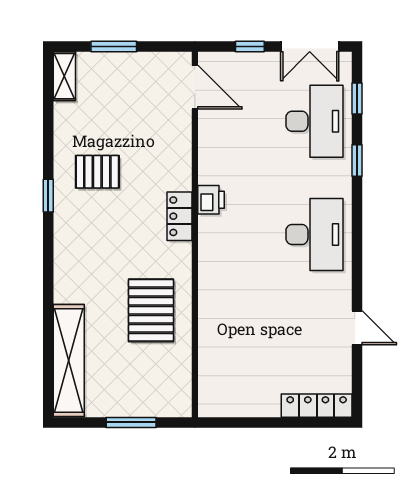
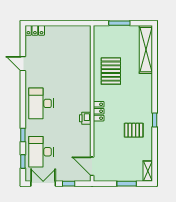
locker: (317, 406) -> (35, 30), width x0.66

